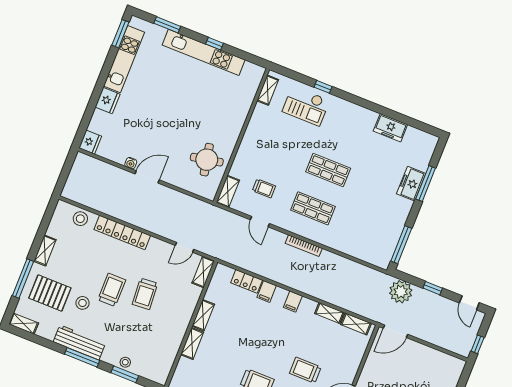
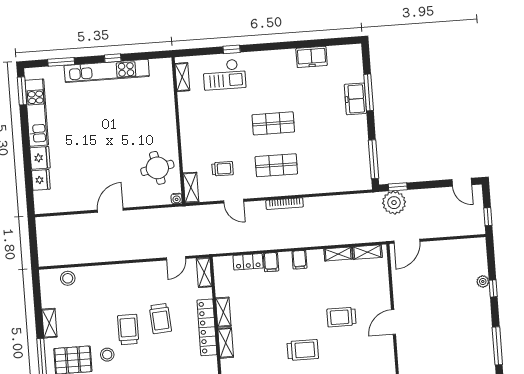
fridge: (90, 142) -> (41, 180), moved
water cooler: (131, 163) -> (177, 199), moved
locker: (122, 232) -> (207, 327), moved, turned 90
window: (433, 288) -> (398, 187), moved

